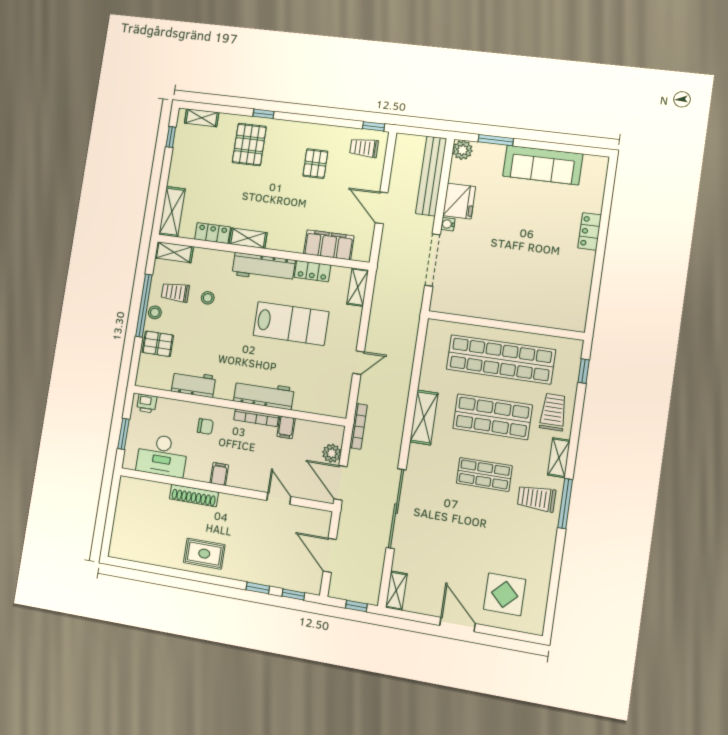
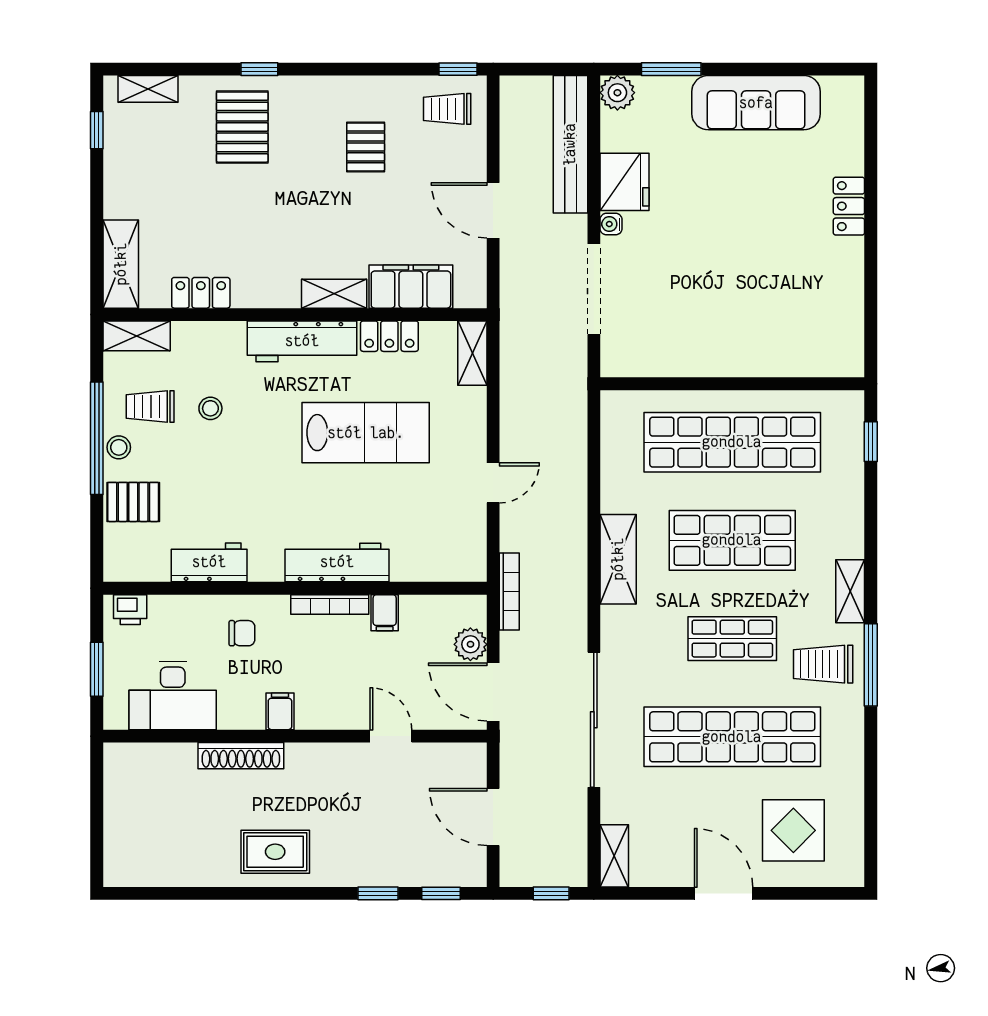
shelving: (248, 238) -> (334, 294), moved
trolley: (553, 412) -> (831, 517), removed
shop shelf: (476, 532) -> (732, 737), added

